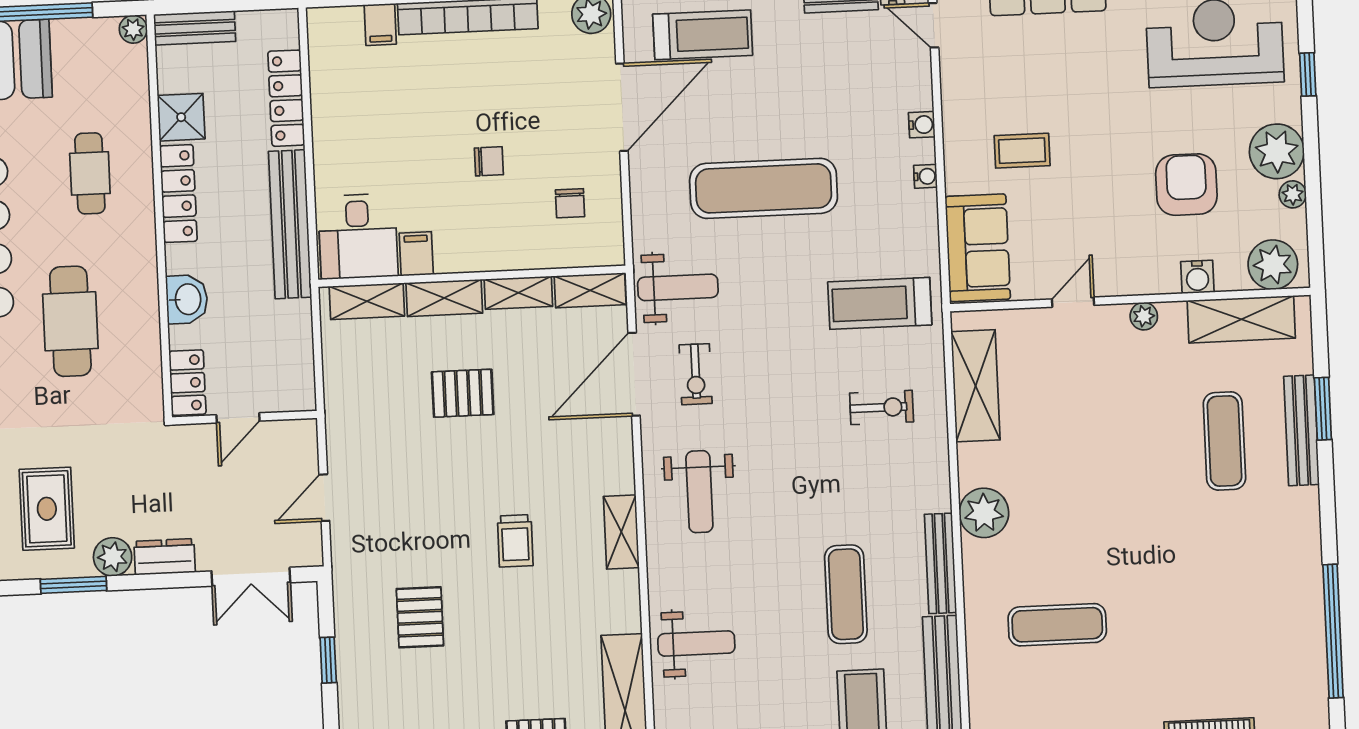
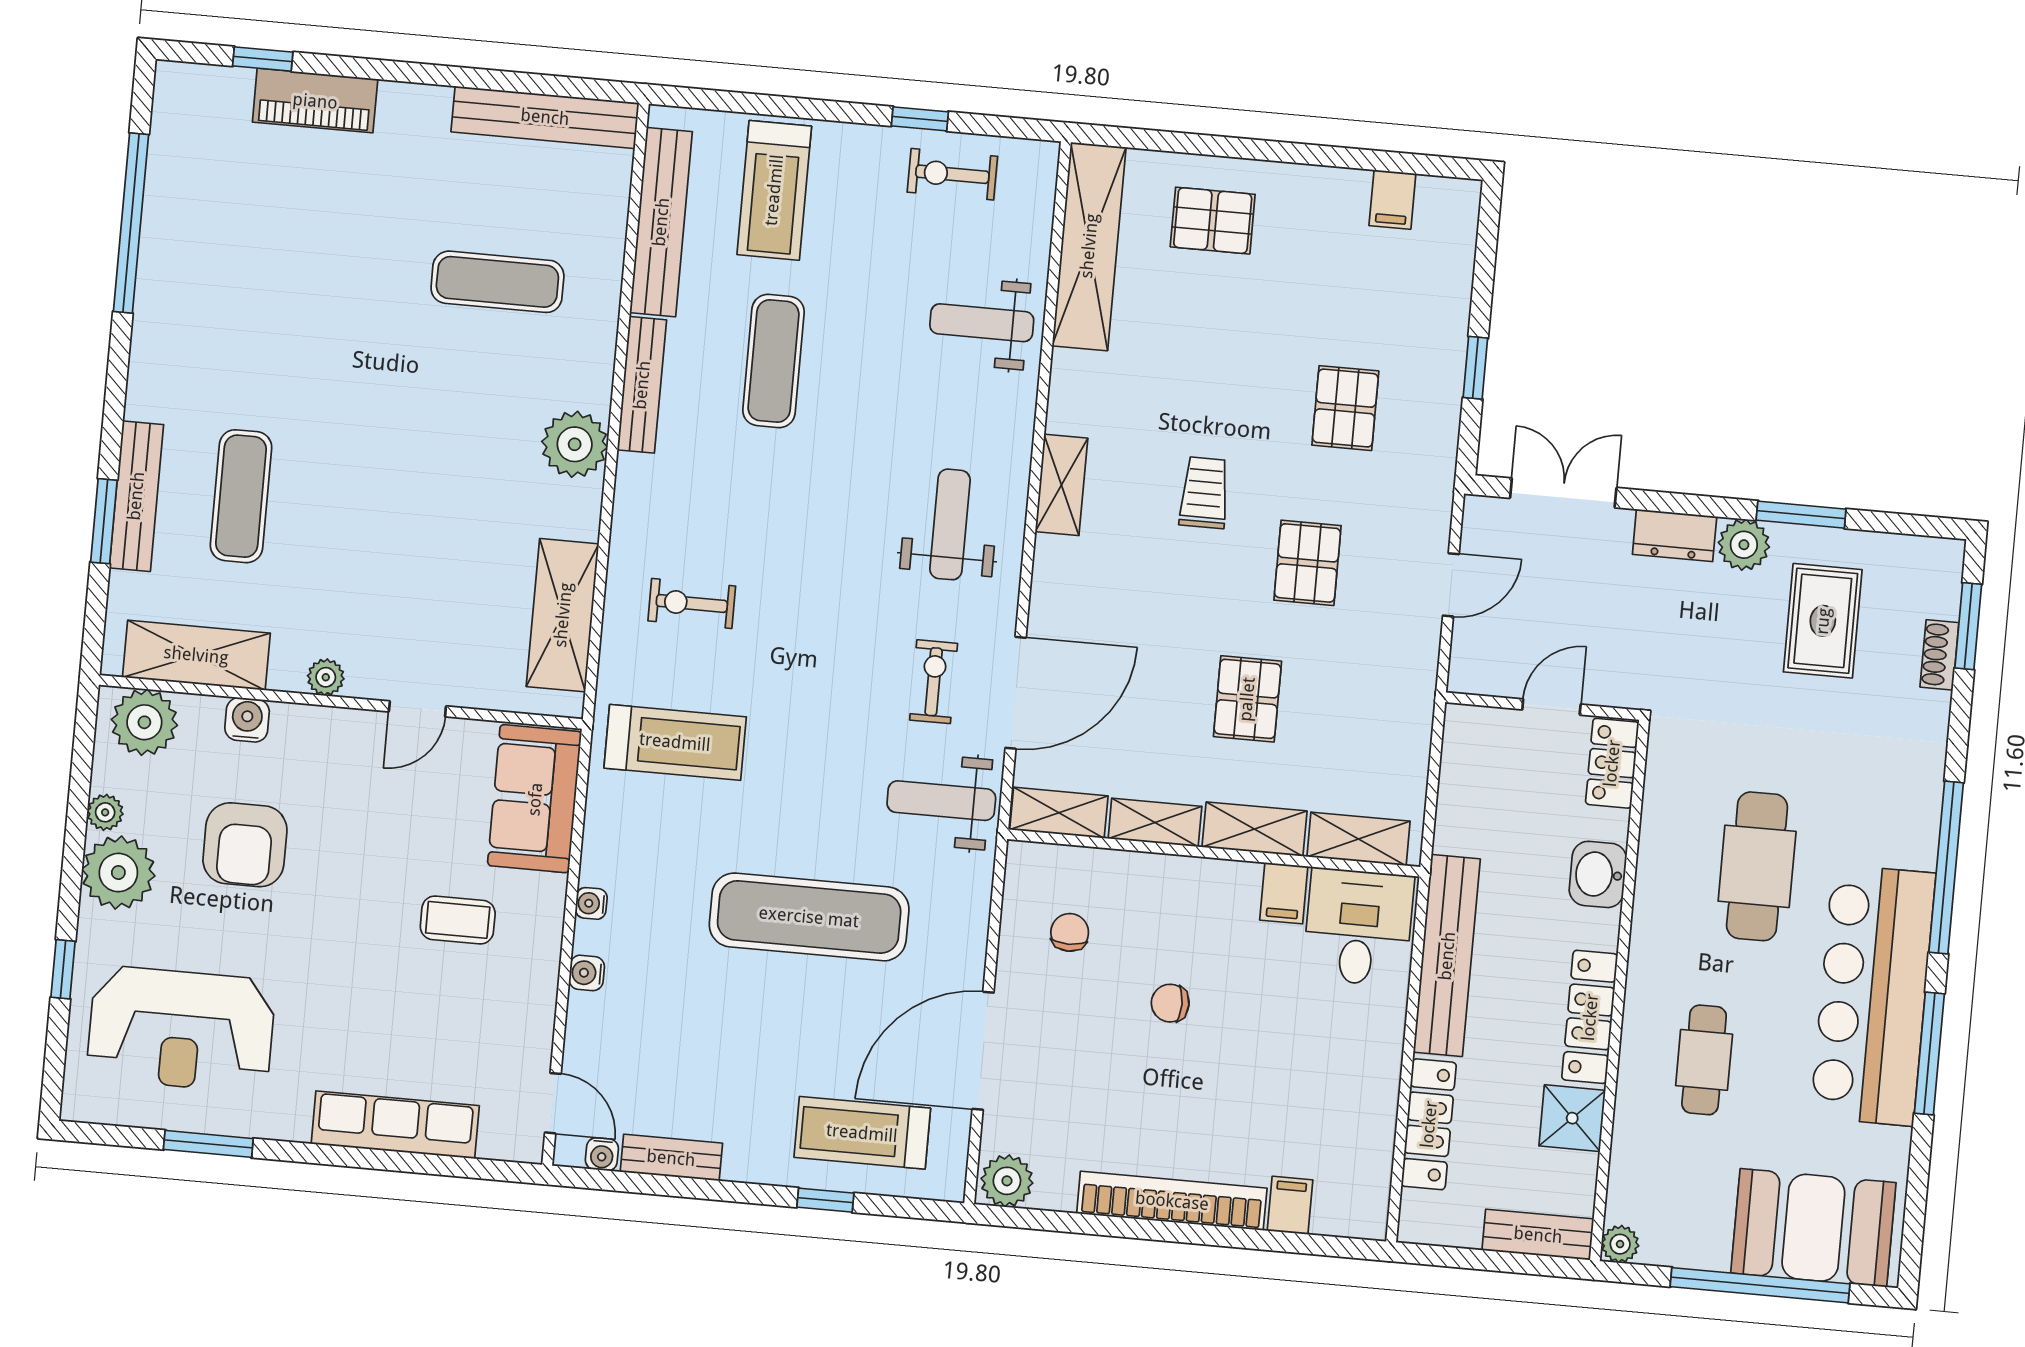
pallet: (463, 393) -> (1247, 699), turned 90
pallet: (432, 499) -> (1307, 563), added

